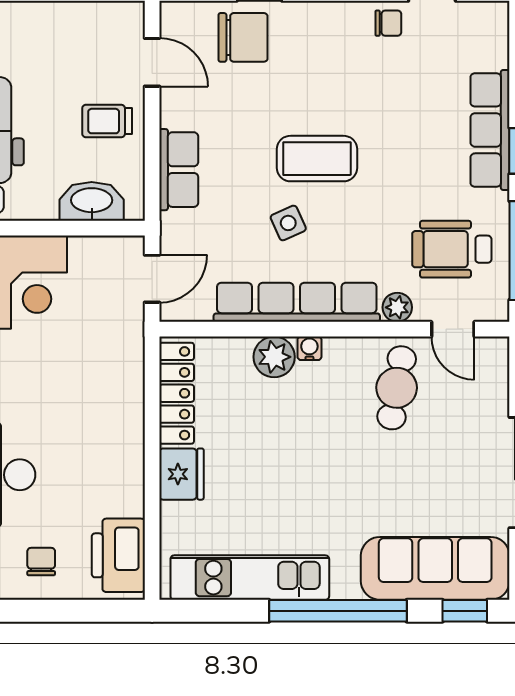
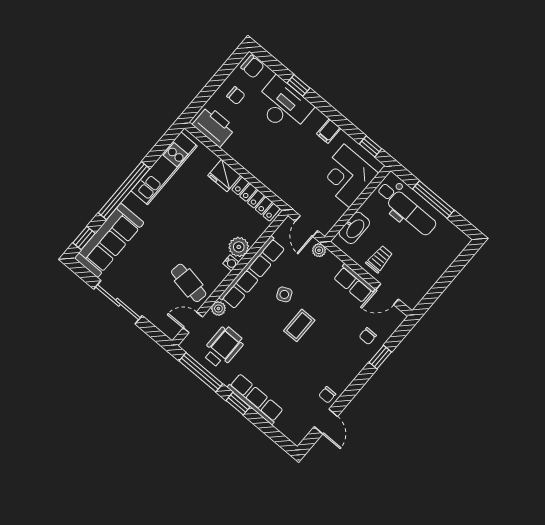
chair: (243, 37) -> (368, 336), width x0.54, depth x0.54
coffee table: (317, 159) -> (299, 325), width x0.73, depth x0.77
row of seats: (179, 170) -> (354, 283), moved
plant: (173, 227) -> (319, 250), added

